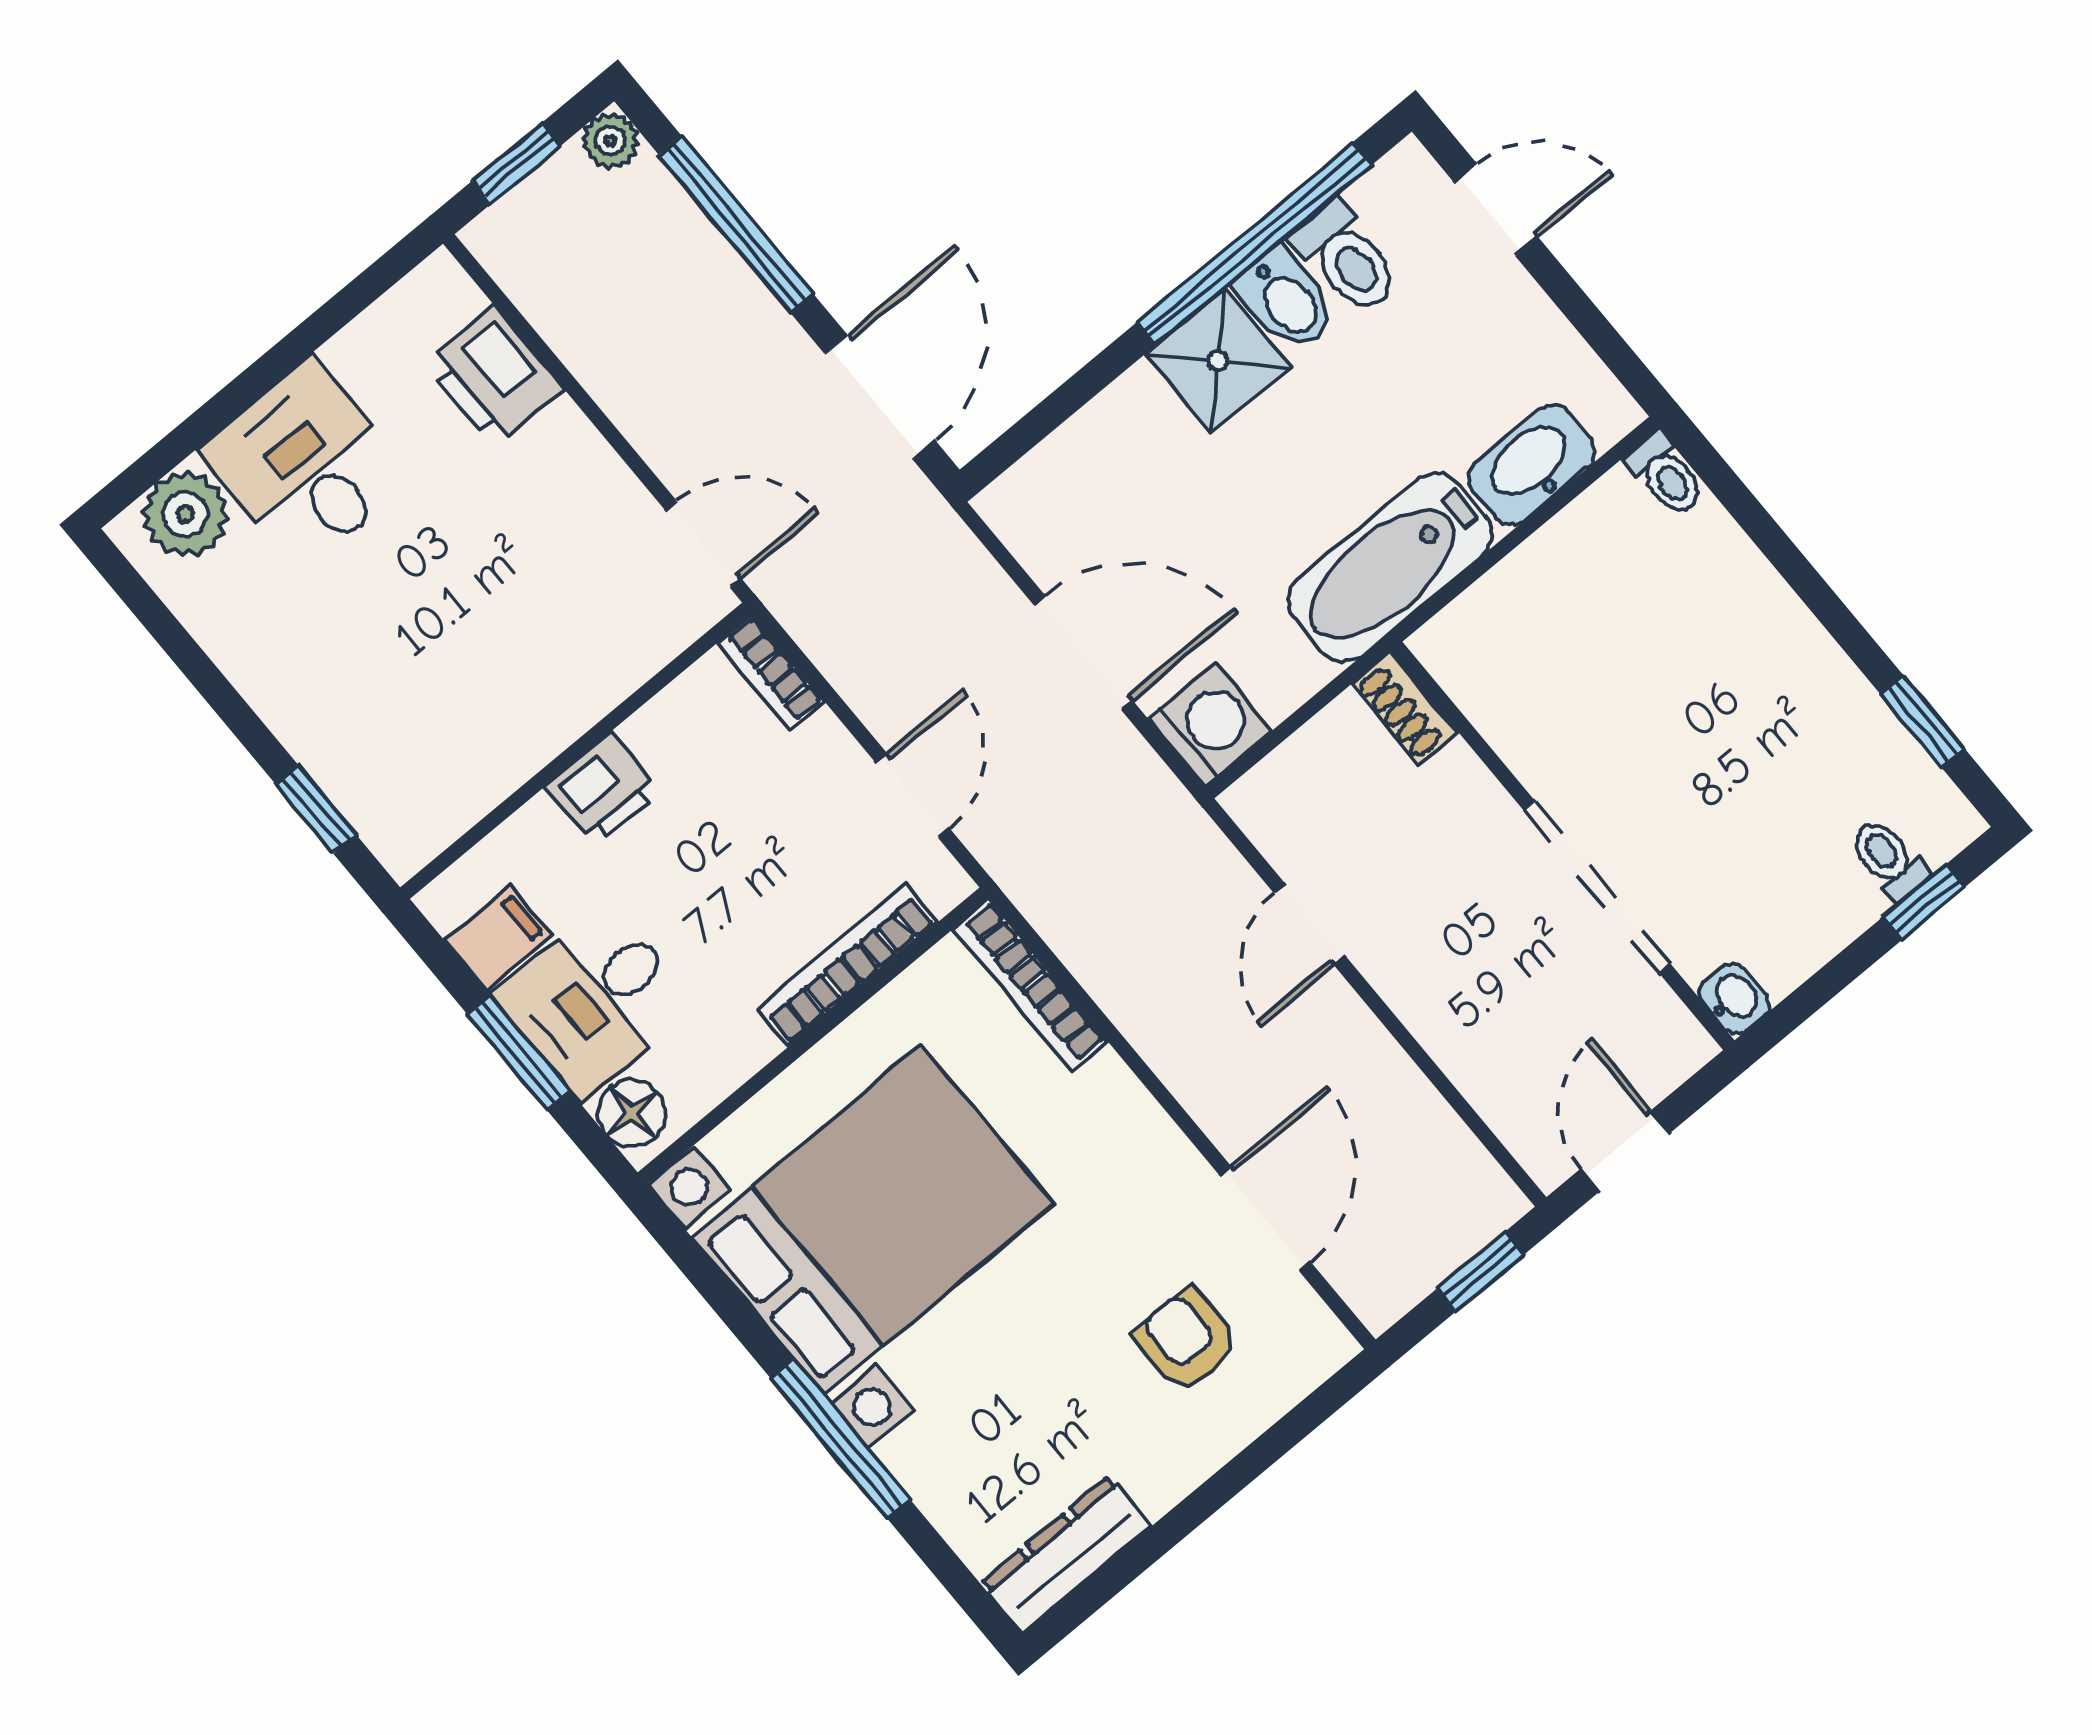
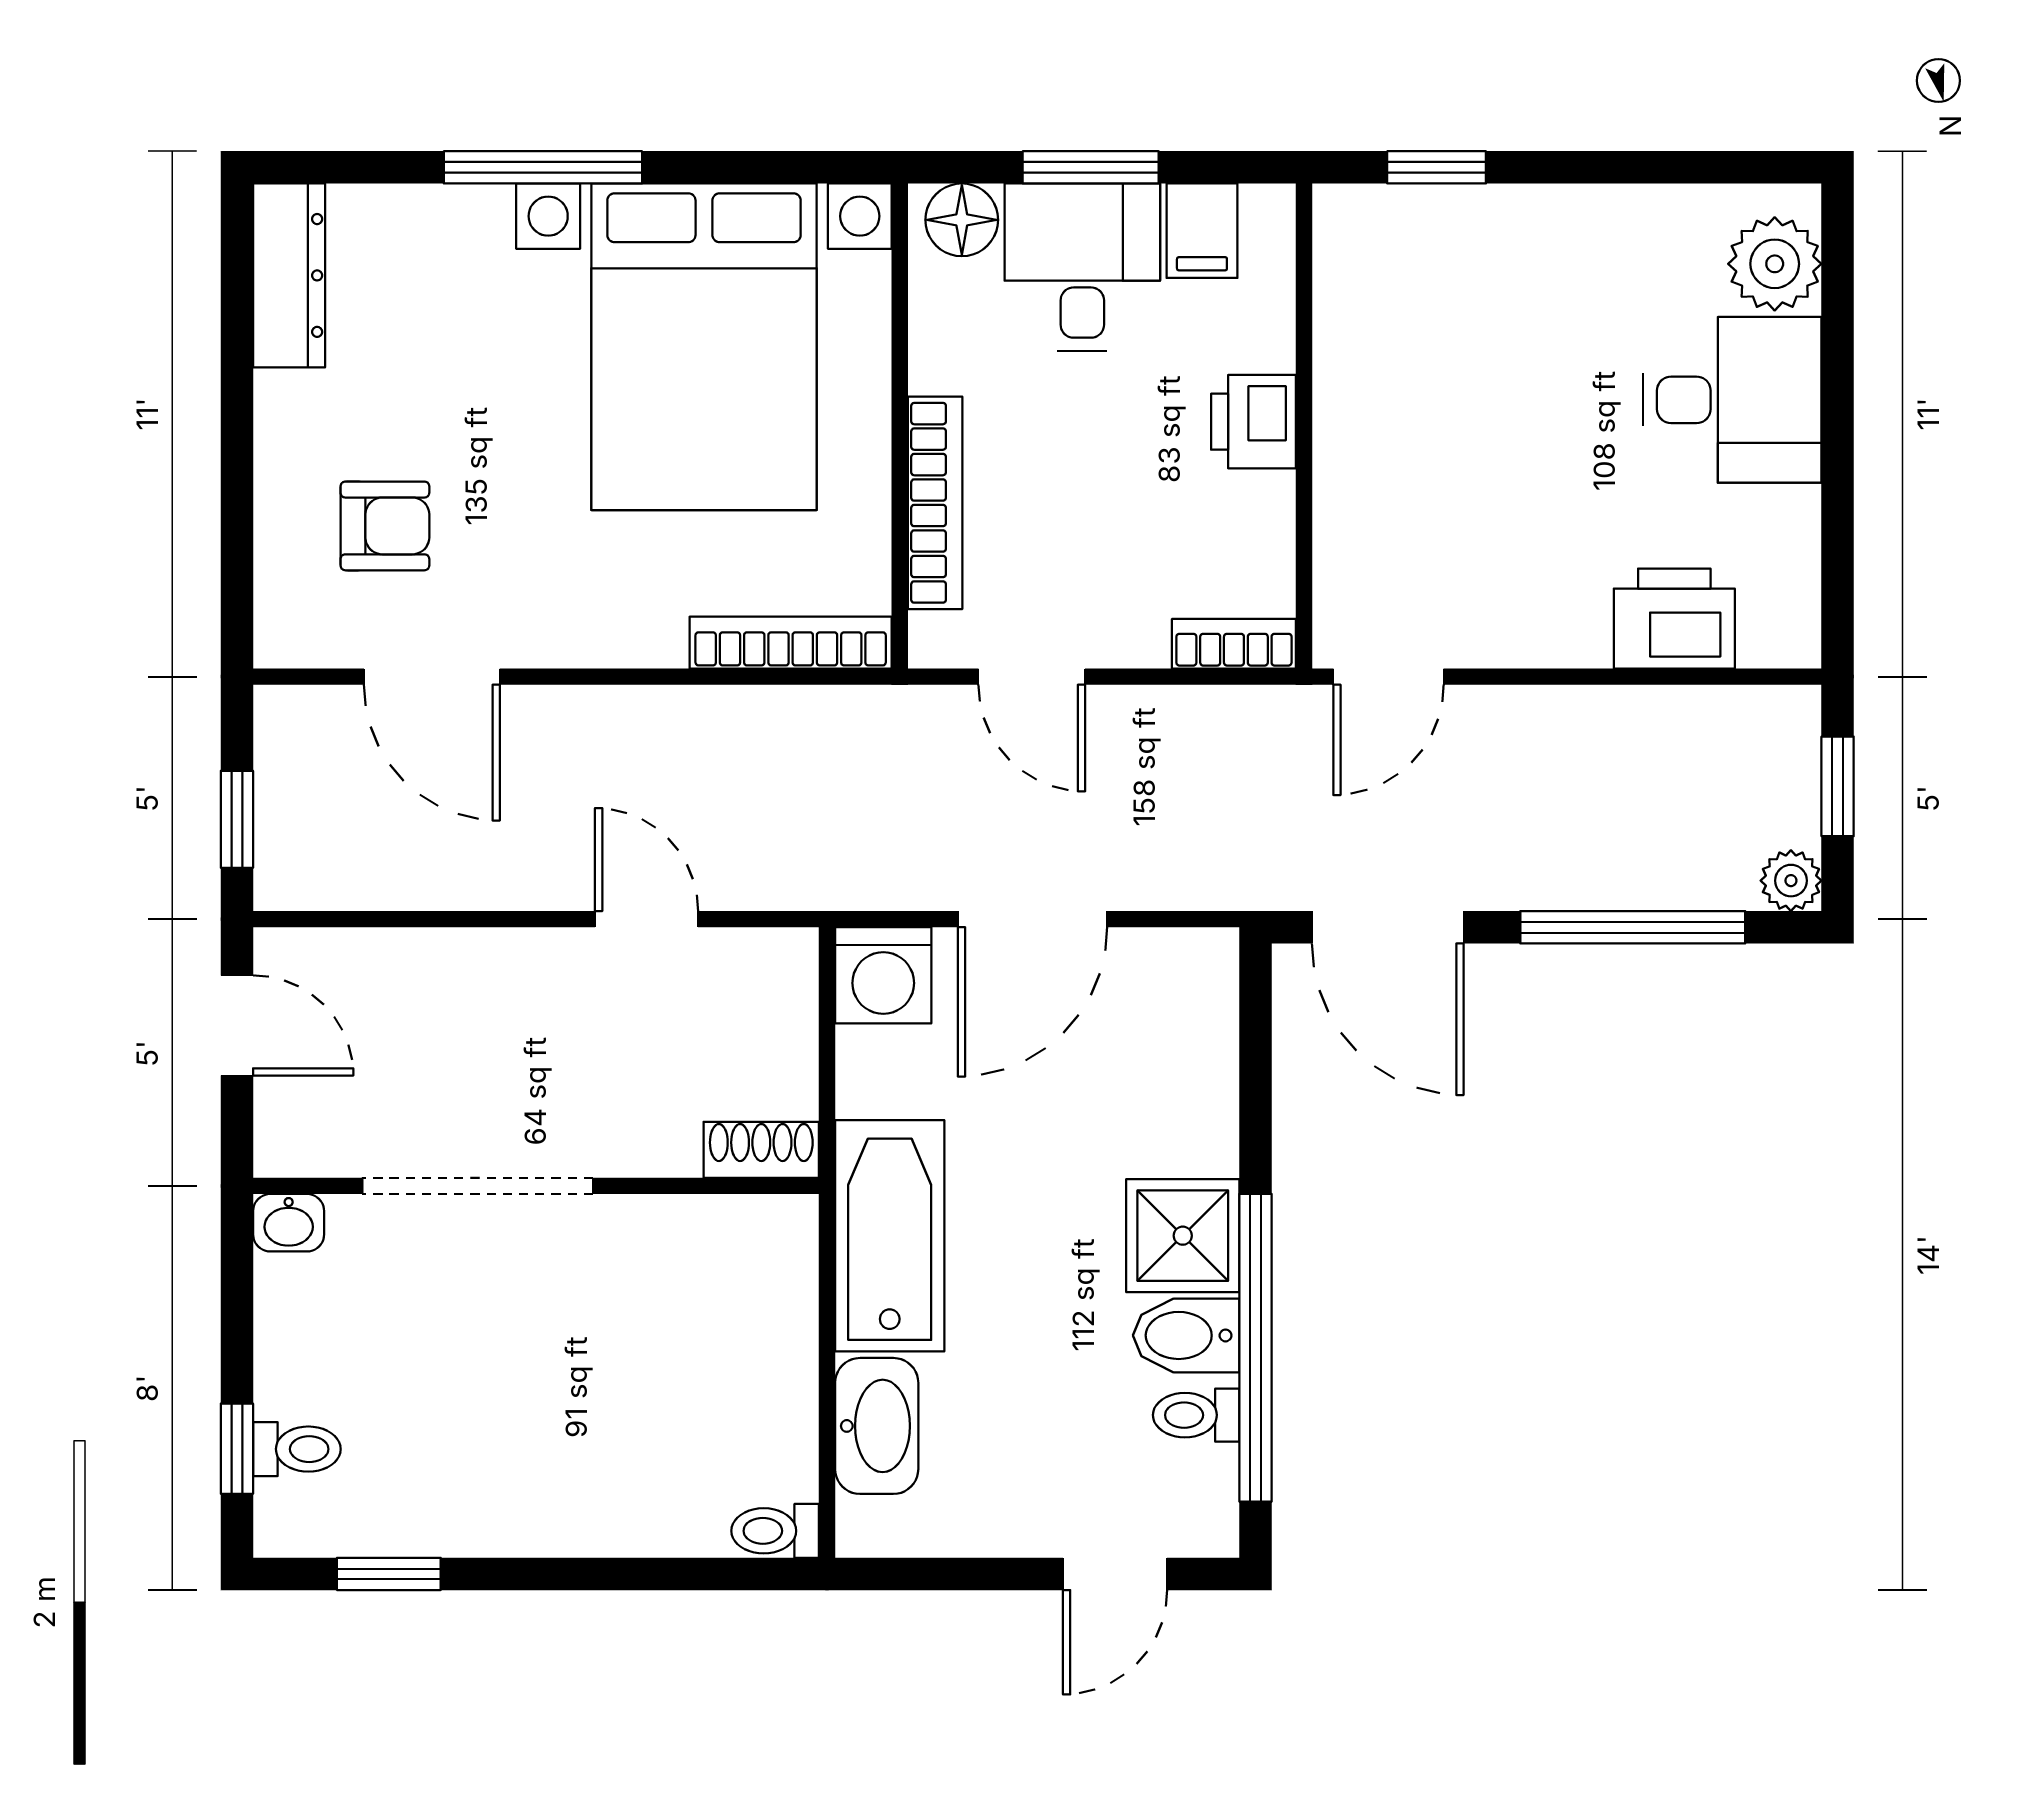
toilet: (1346, 258) -> (1196, 1415), width x0.73, depth x0.72

